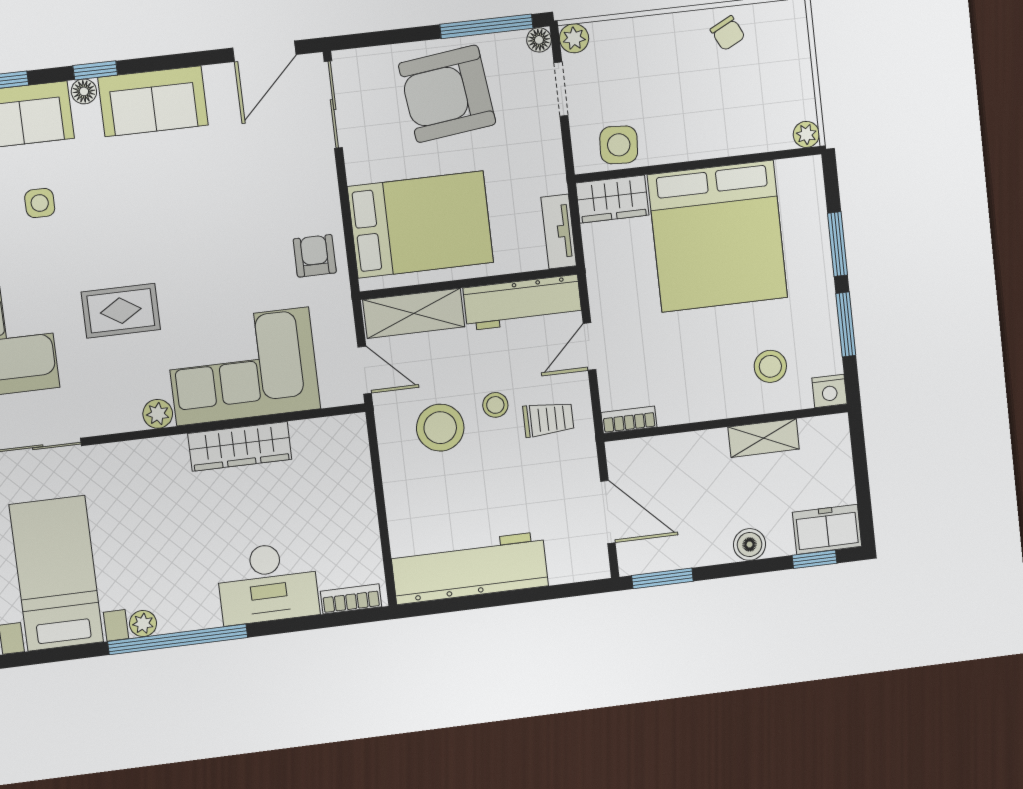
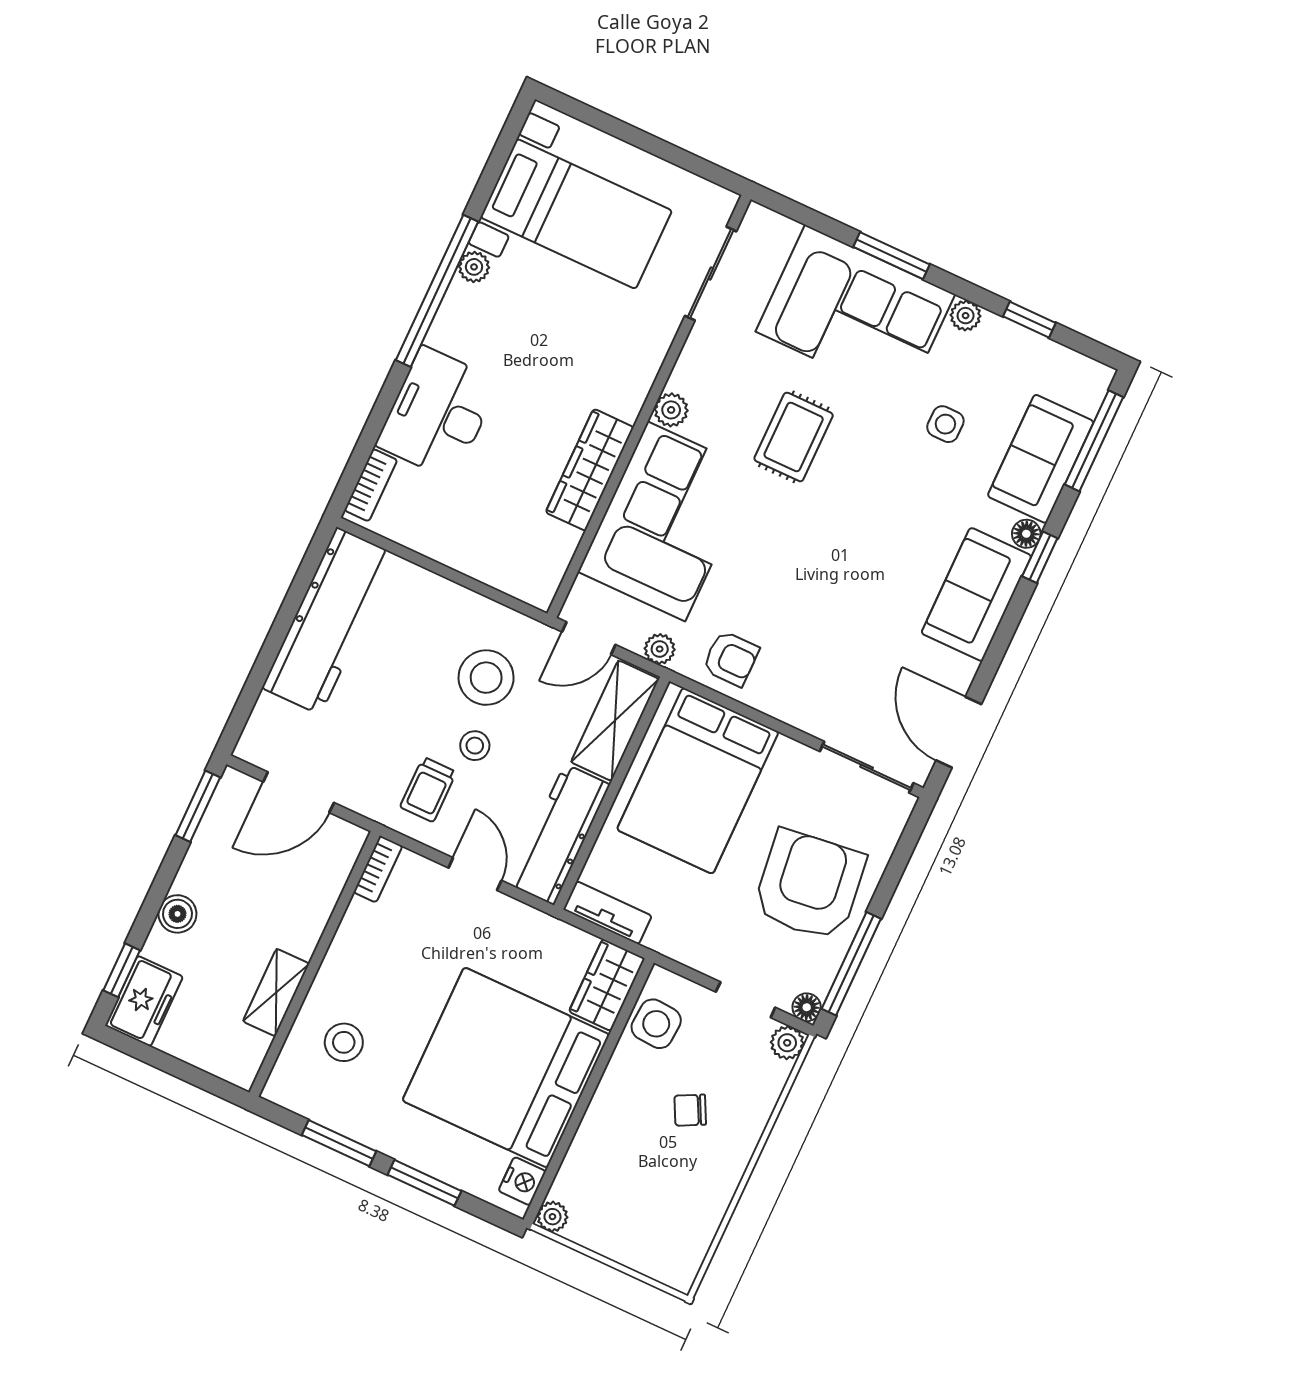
chair: (728, 33) -> (690, 1110), moved
plant: (340, 313) -> (660, 649), added
nightstand: (829, 391) -> (522, 1181), moved, turned 180

